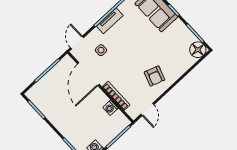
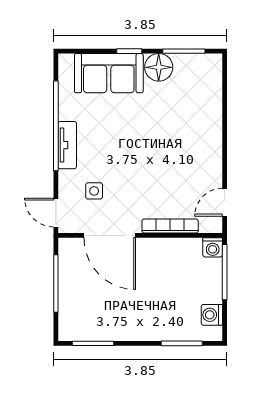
floor lamp: (198, 50) -> (159, 67), moved
armchair: (155, 76) -> (191, 154), removed
washing machine: (110, 108) -> (213, 247), moved
door: (147, 109) -> (225, 202), swing flipped

